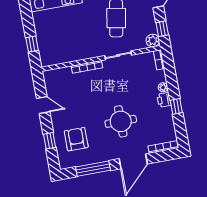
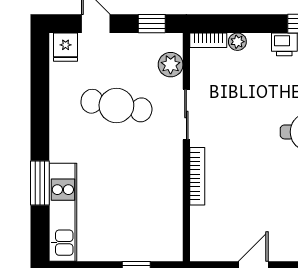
plant: (153, 41) -> (171, 65), moved
plant: (163, 87) -> (237, 42), moved

